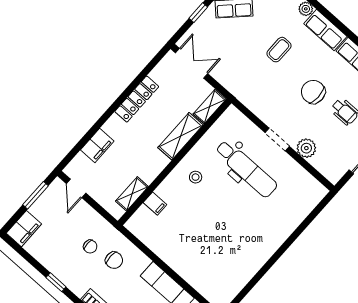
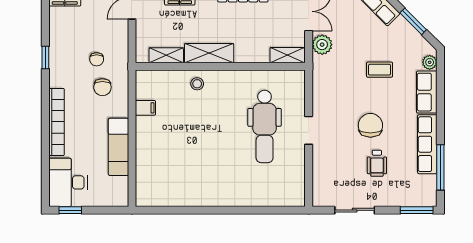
shelving: (180, 136) -> (209, 53), moved
plant: (306, 148) -> (322, 45), moved
stool: (196, 177) -> (197, 84), moved
filing cabinet: (155, 204) -> (145, 108), moved, turned -90

